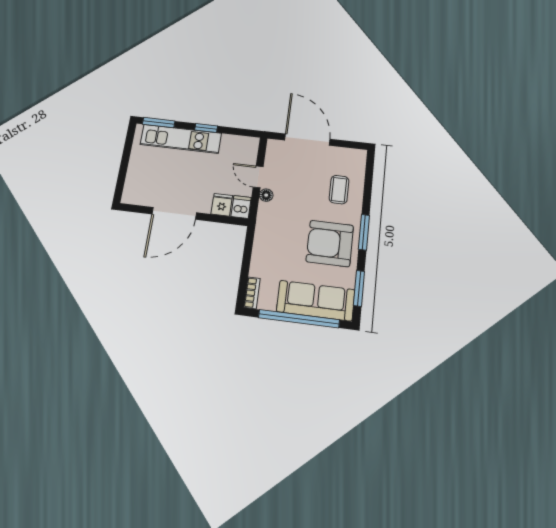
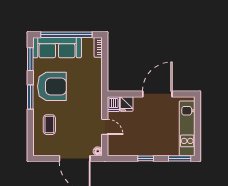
kitchen unit: (181, 139) -> (187, 128), moved, turned -90
floor lamp: (266, 195) -> (98, 151), moved

